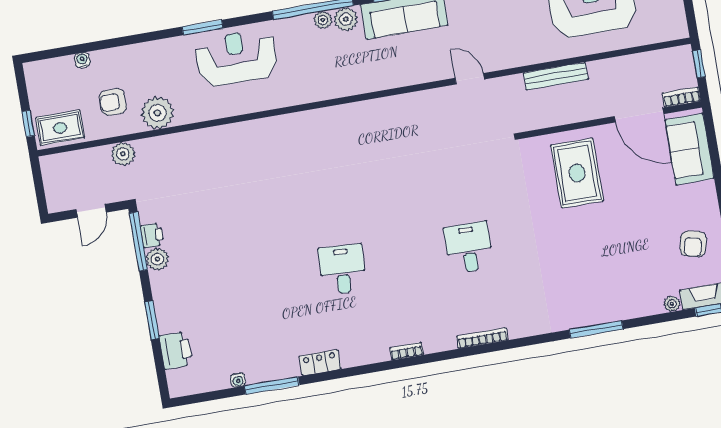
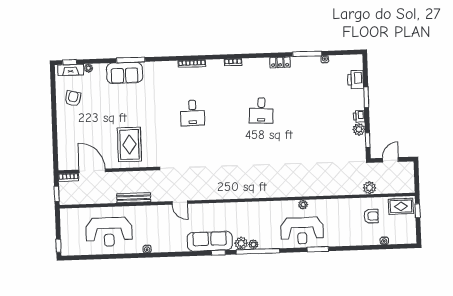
plant: (157, 113) -> (303, 205), moved, width x0.53, depth x0.53
sofa: (690, 149) -> (125, 73), moved, turned 90
printer: (152, 235) -> (359, 116), moved
window: (138, 241) -> (368, 140), width x0.46

